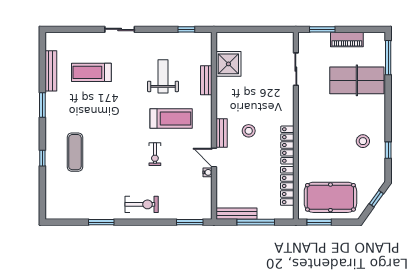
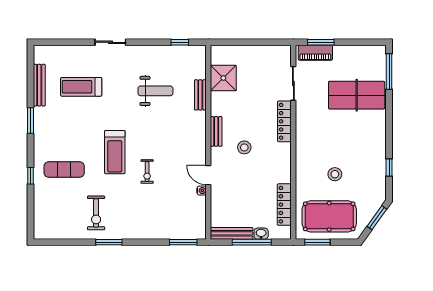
piano: (347, 40) -> (315, 53), moved
weight bench: (163, 76) -> (155, 91), turned 90
treadmill: (171, 119) -> (115, 152), moved, turned 90
bench: (222, 133) -> (216, 131), moved
stool: (363, 141) -> (335, 174), moved
locker: (287, 145) -> (284, 121), moved
exercise mat: (75, 152) -> (64, 169), turned 90
window: (376, 199) -> (377, 218), width x1.50
exercise bike: (142, 204) -> (96, 213), moved, turned 90
washbasin: (265, 214) -> (261, 234), added
window: (101, 222) -> (109, 242), moved

